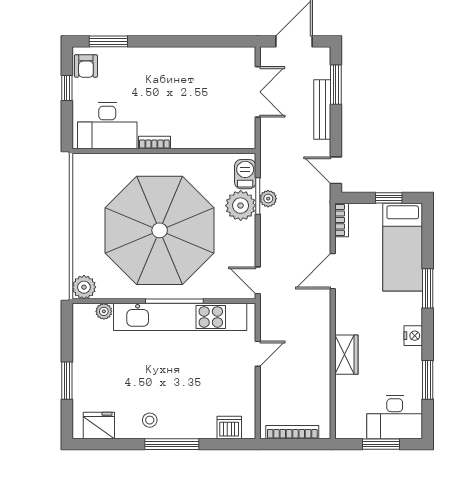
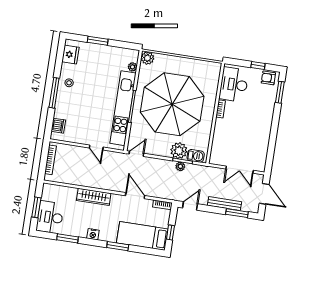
wardrobe: (346, 355) -> (94, 197), width x1.50

